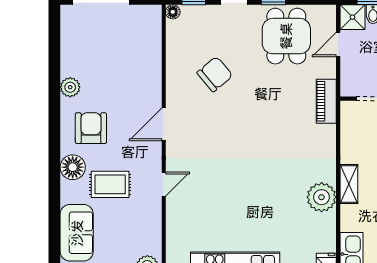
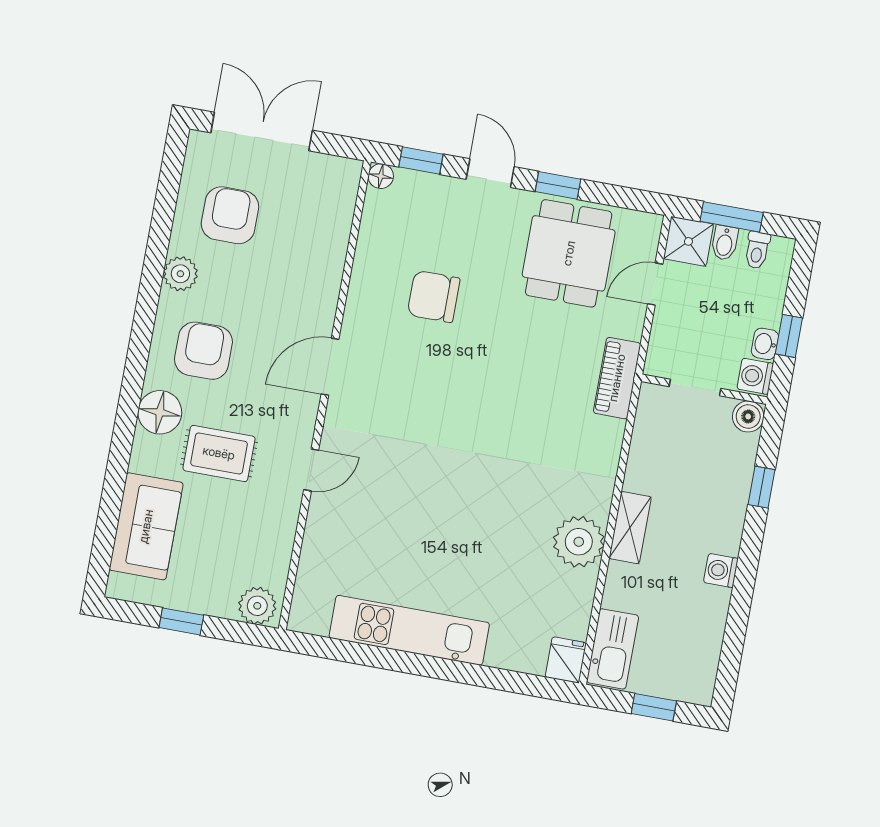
armchair: (92, 49) -> (230, 215), added
chair: (215, 74) -> (434, 296), turned -140

